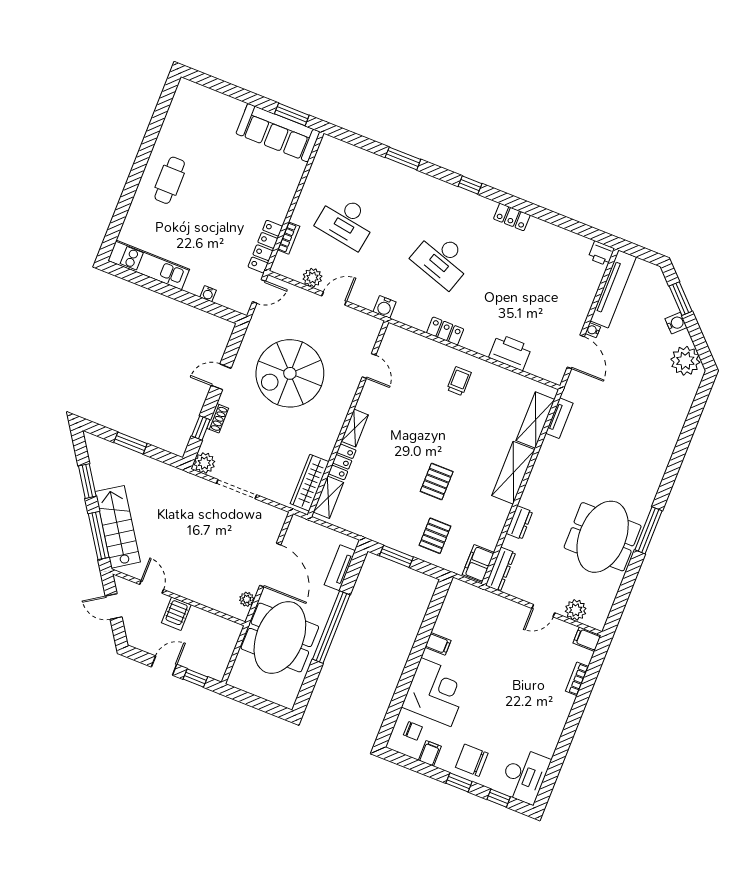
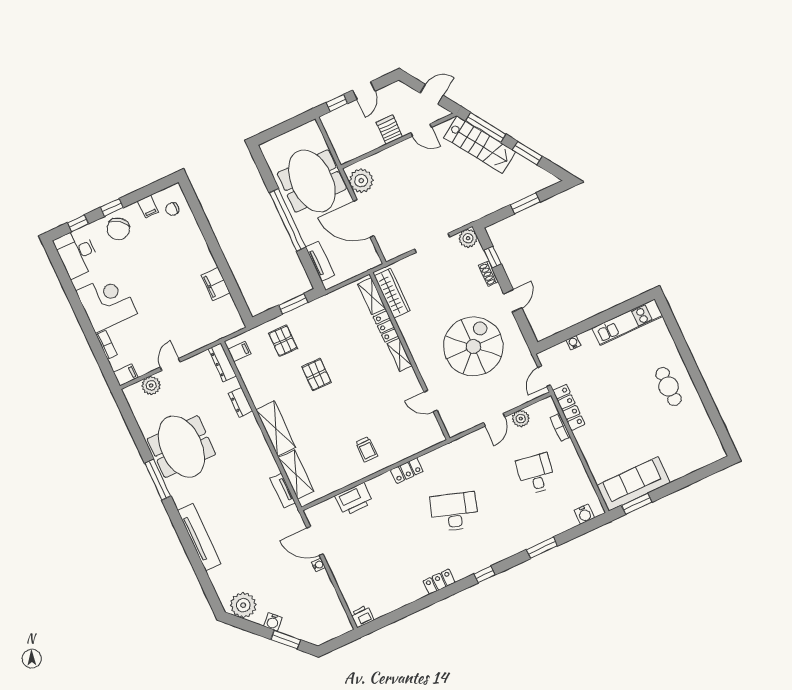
desk: (346, 222) -> (536, 474), width x0.73
tv unit: (613, 289) -> (199, 537), moved, turned 180
water cooler: (385, 307) -> (584, 514), moved, turned 180
filing cabinet: (478, 564) -> (239, 352), width x0.50
plant: (247, 599) -> (361, 181), width x1.88, depth x1.88
filing cabinet: (438, 644) -> (216, 284), width x2.00
corner desk: (436, 692) -> (107, 302), moved, turned 180
chair: (472, 760) -> (118, 229), turned 127

